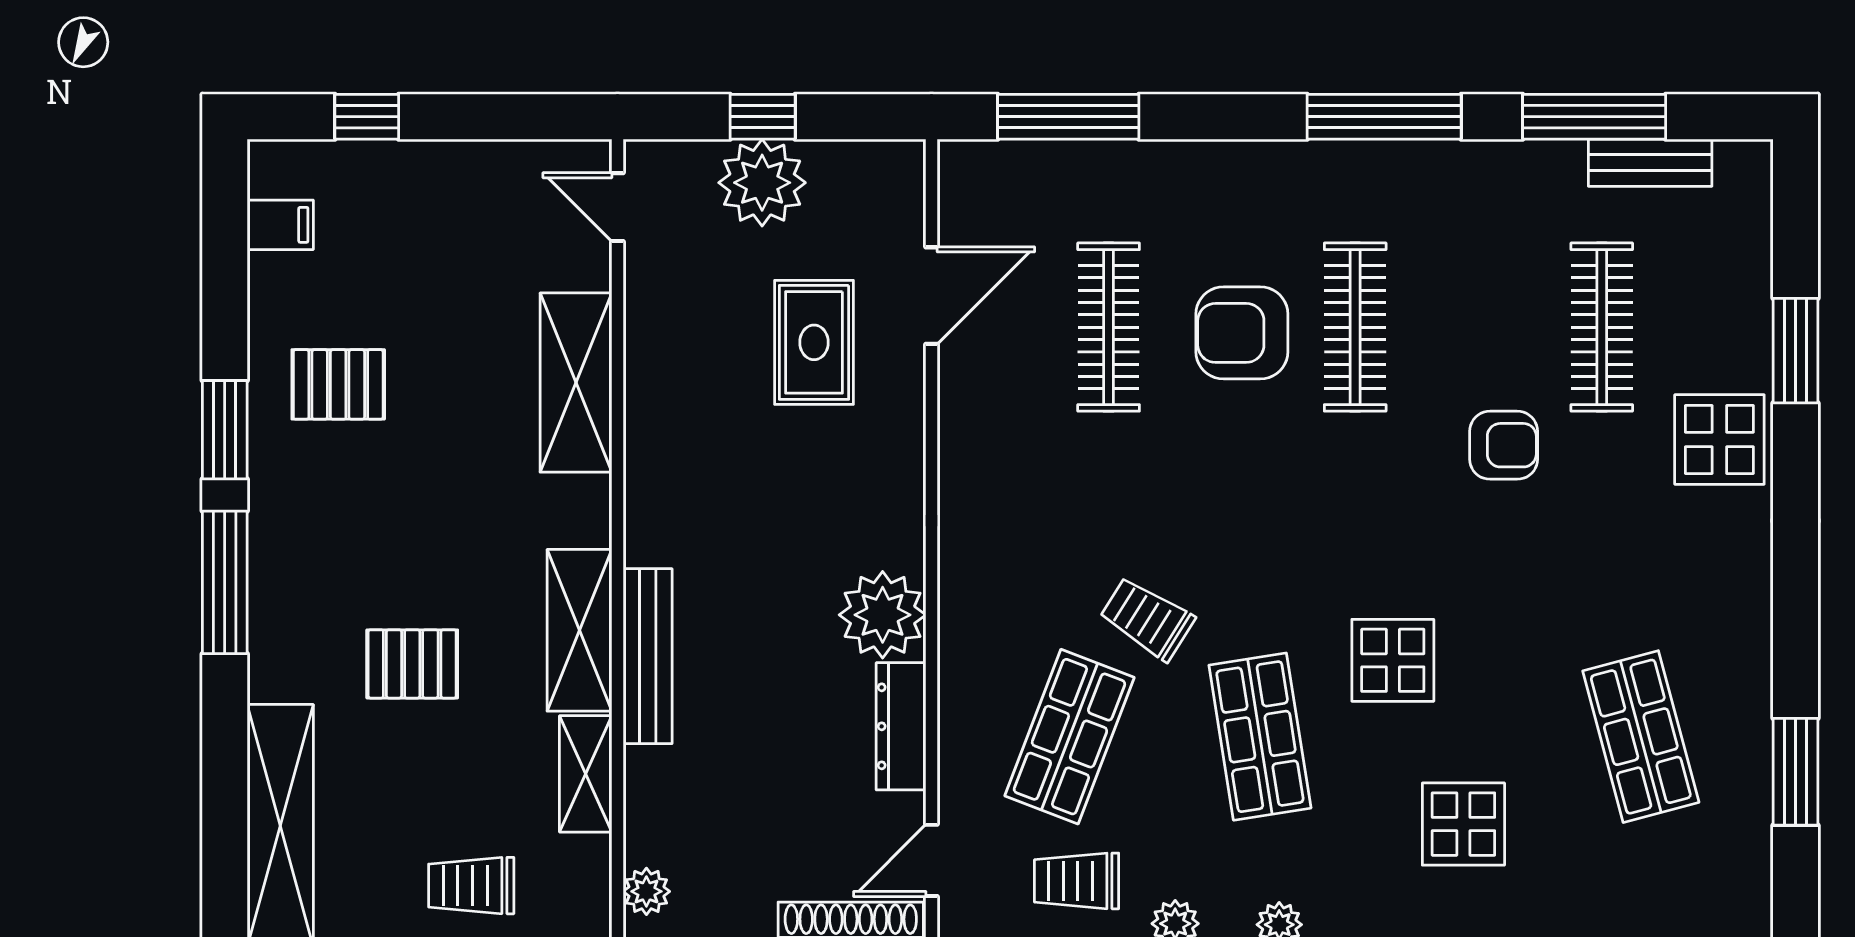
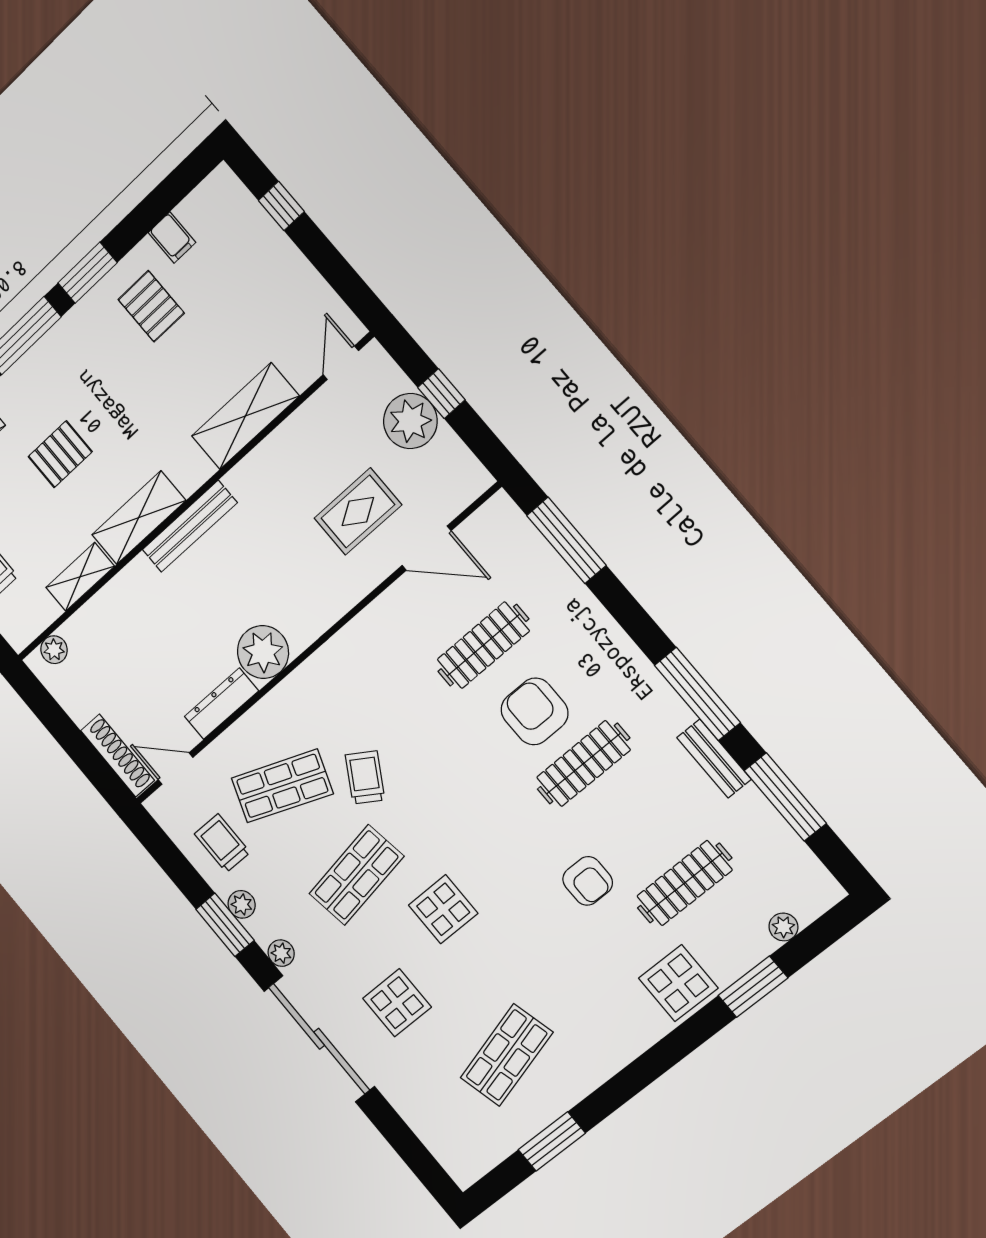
bench: (1650, 163) -> (714, 758), moved
filing cabinet: (280, 225) -> (172, 238), moved
plant: (1751, 252) -> (783, 927), added
bench: (648, 656) -> (190, 526), moved
pallet: (412, 664) -> (60, 454), turned 90

